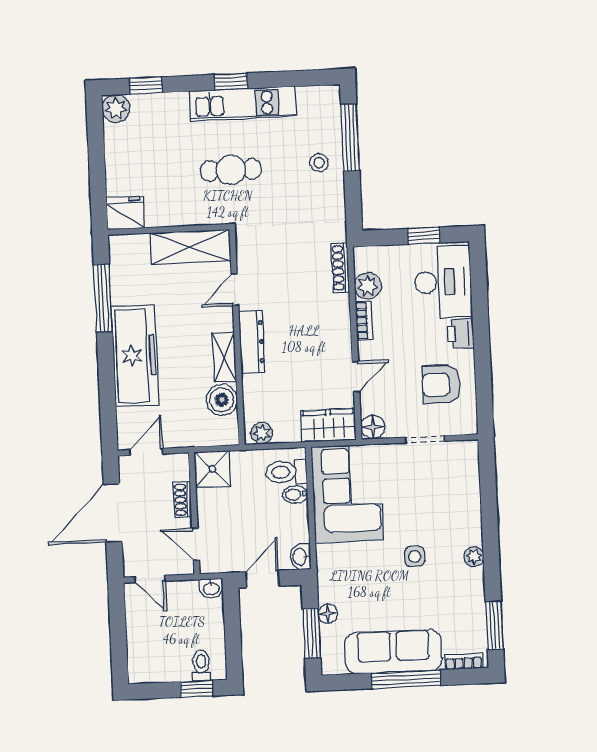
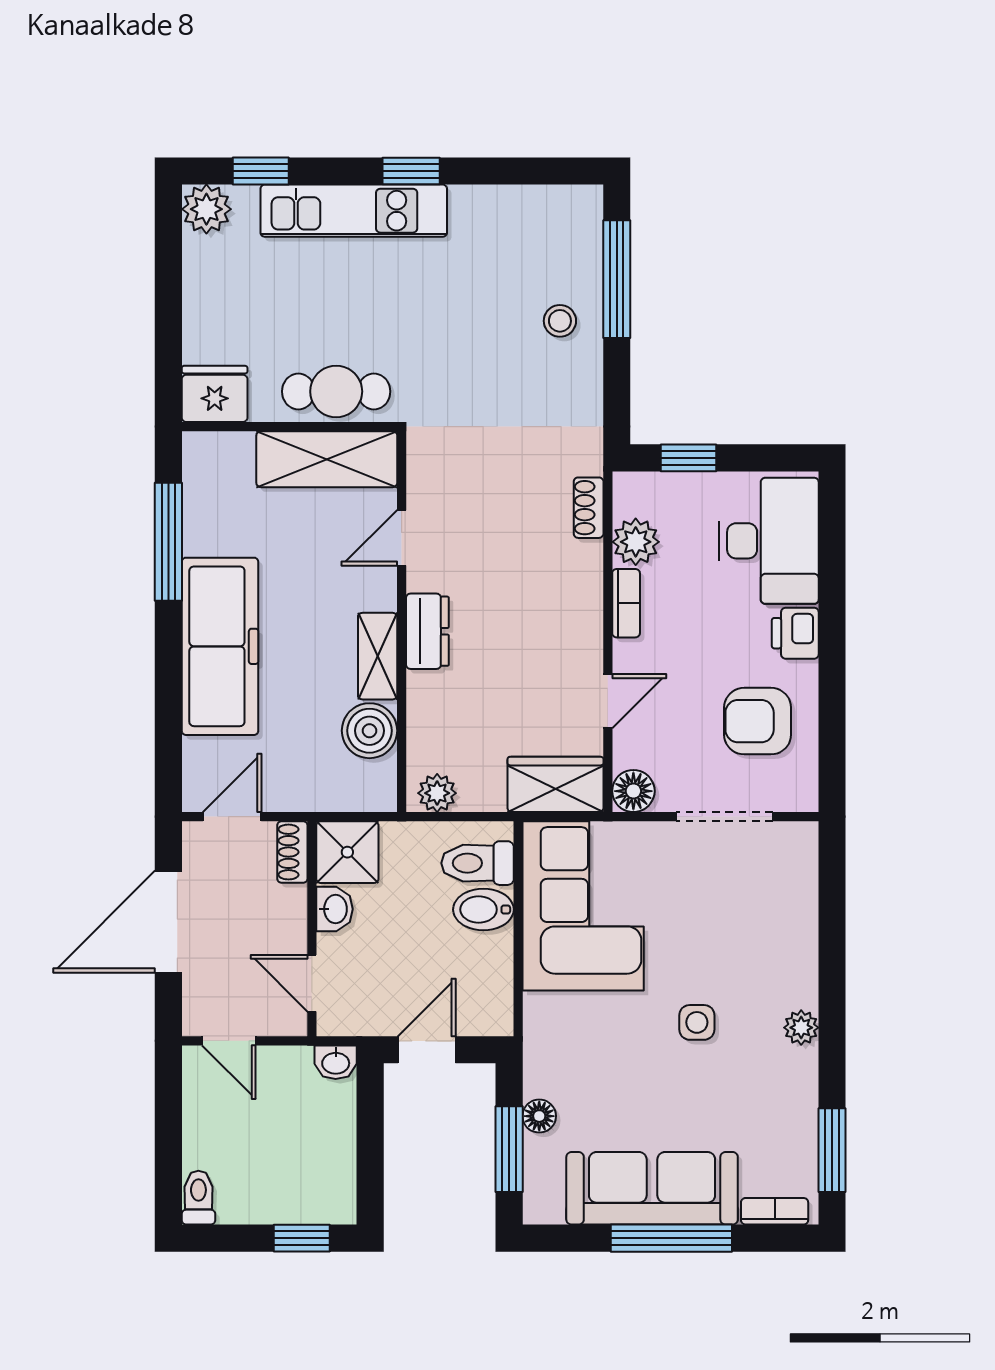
kitchen unit: (243, 104) -> (354, 211), moved
cafe table: (231, 170) -> (336, 391), moved
window: (424, 236) -> (688, 458), moved
shoe rack: (340, 268) -> (589, 508), width x0.70
dresser: (252, 342) -> (427, 631), width x0.70
doorway: (425, 439) -> (725, 817), width x1.38
bidet: (295, 495) -> (483, 910), width x1.38, depth x1.36
shoe rack: (182, 500) -> (292, 852), moved
washbasin: (300, 557) -> (334, 909), moved, turned 180
toilet: (201, 666) -> (198, 1198), moved

